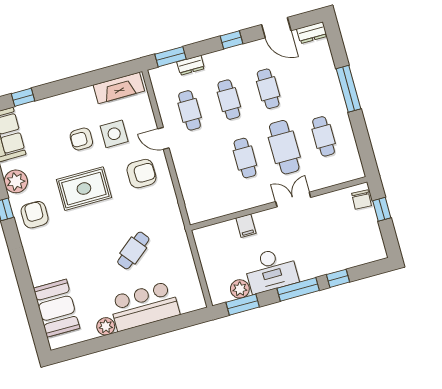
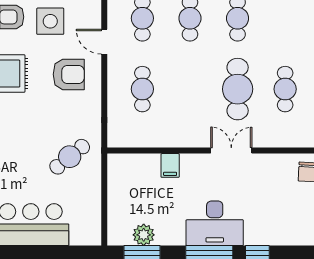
cafe table: (245, 158) -> (142, 89), moved
cafe table: (133, 250) -> (70, 157), moved
desk: (271, 270) -> (215, 223), moved

